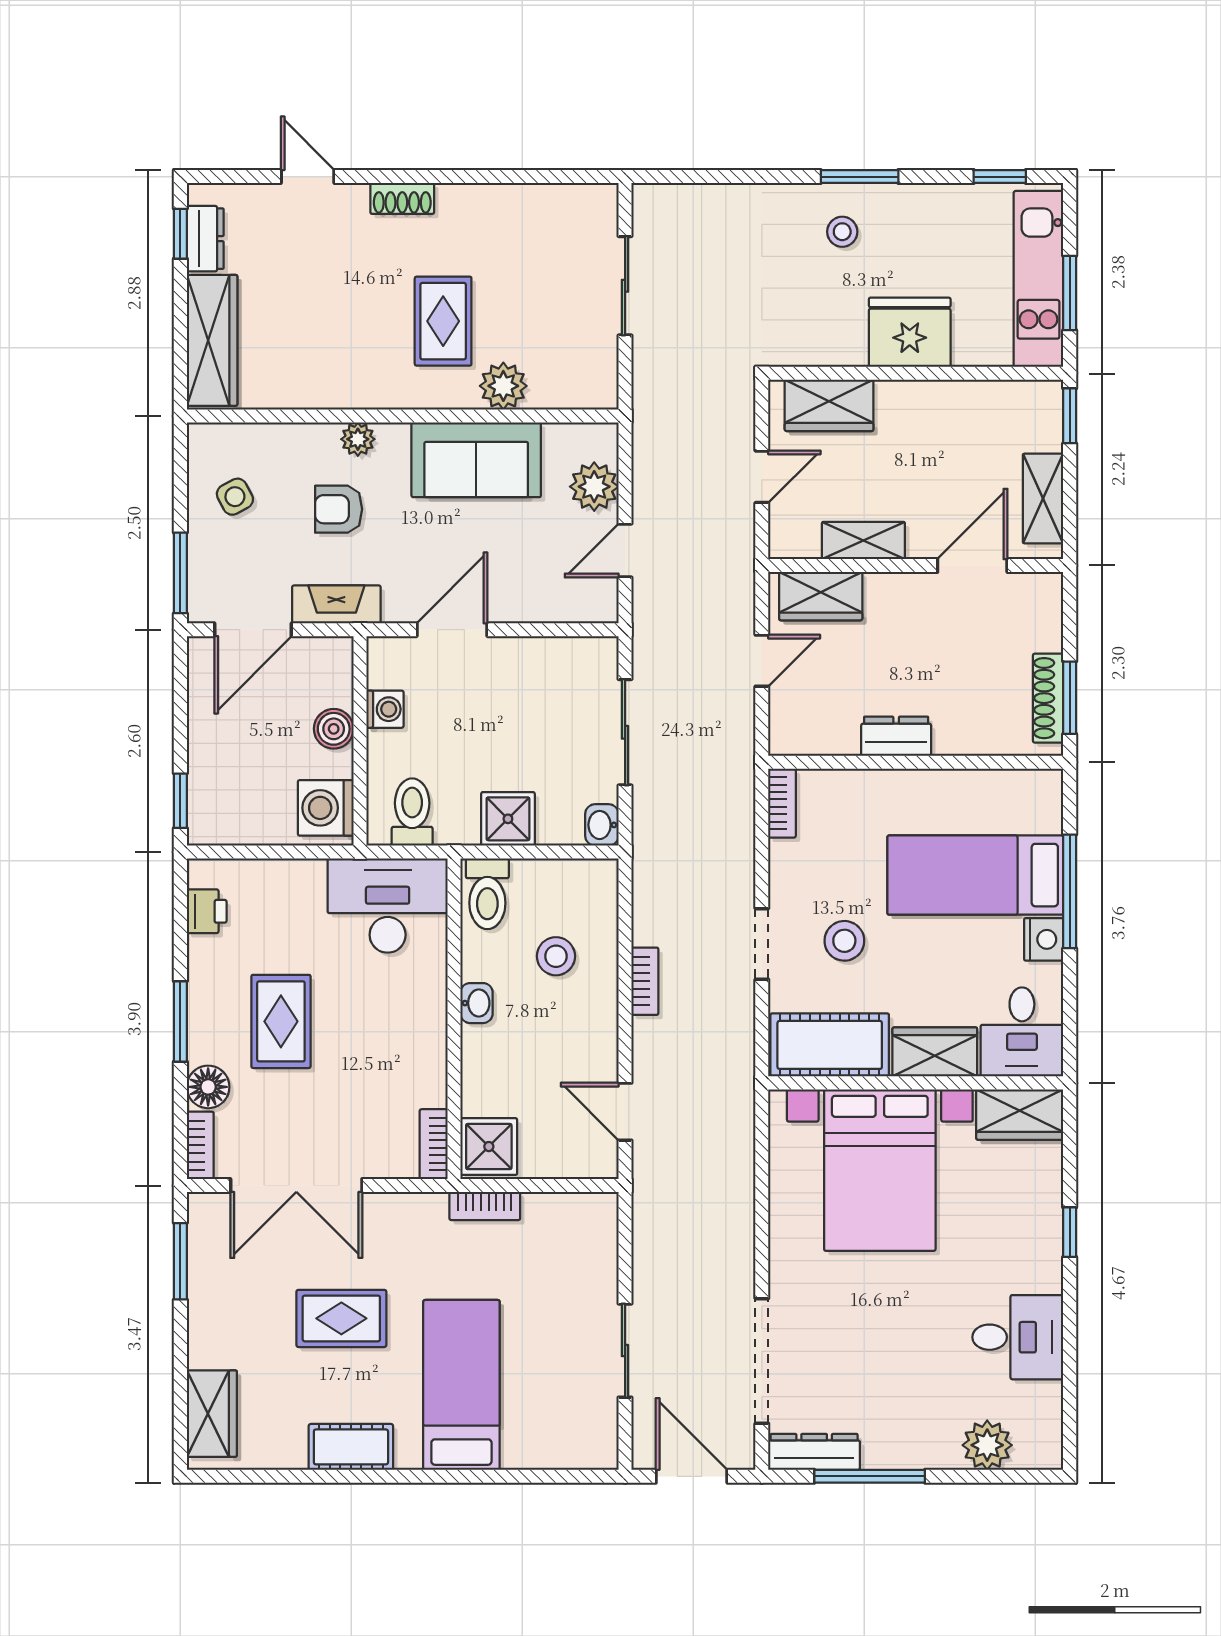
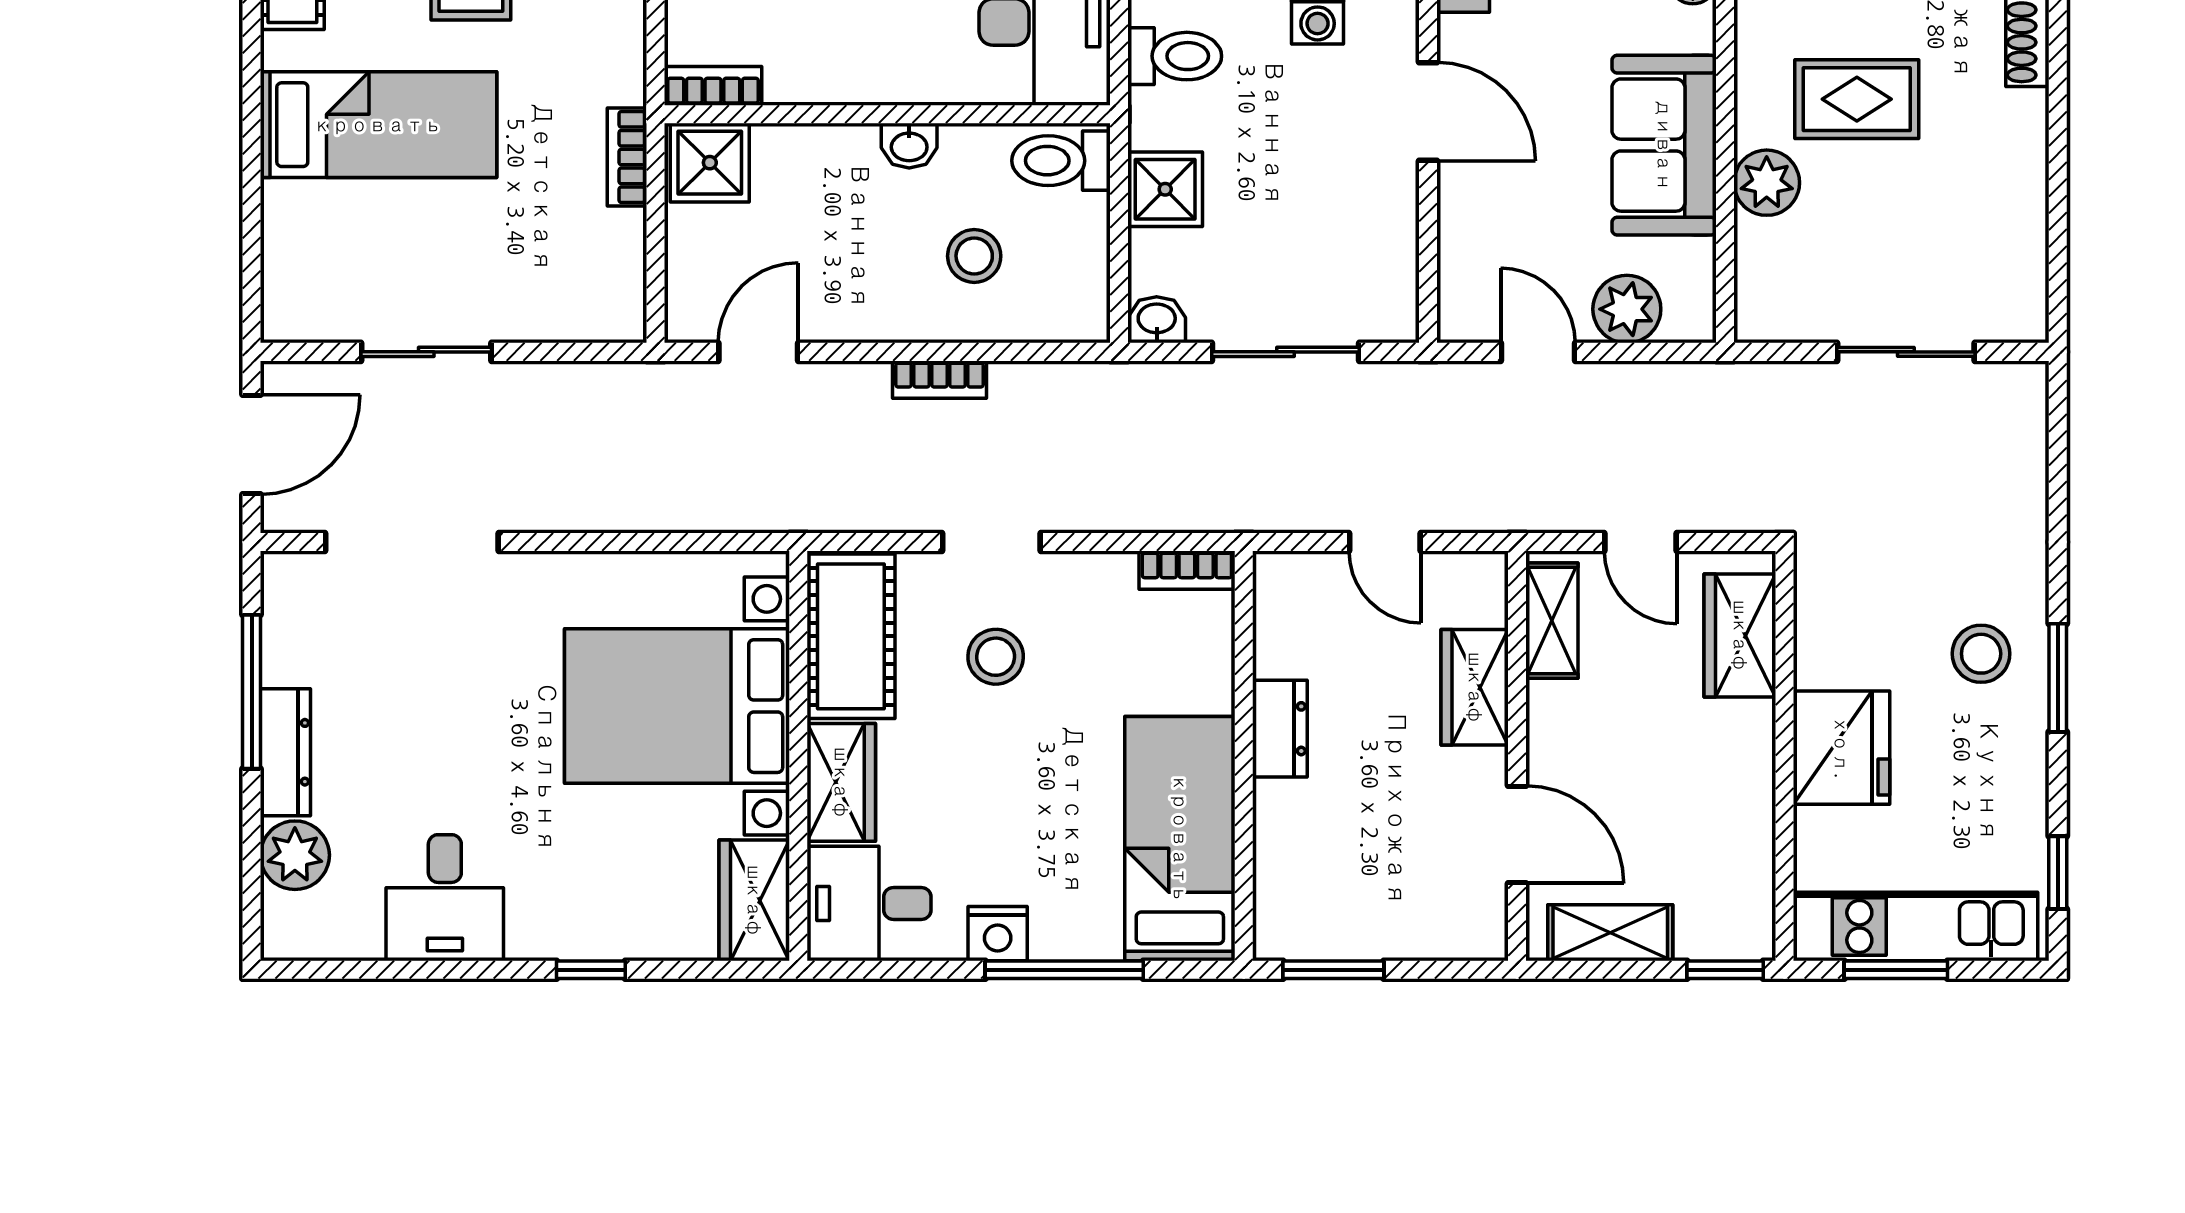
stool: (842, 232) -> (1981, 654), width x1.37, depth x1.37
shelving: (863, 540) -> (1552, 621), moved
wardrobe: (821, 596) -> (1475, 687), moved
shoe rack: (1048, 698) -> (1333, 940), removed
bed: (975, 875) -> (1180, 839), moved
dresser: (814, 1452) -> (285, 752), moved

